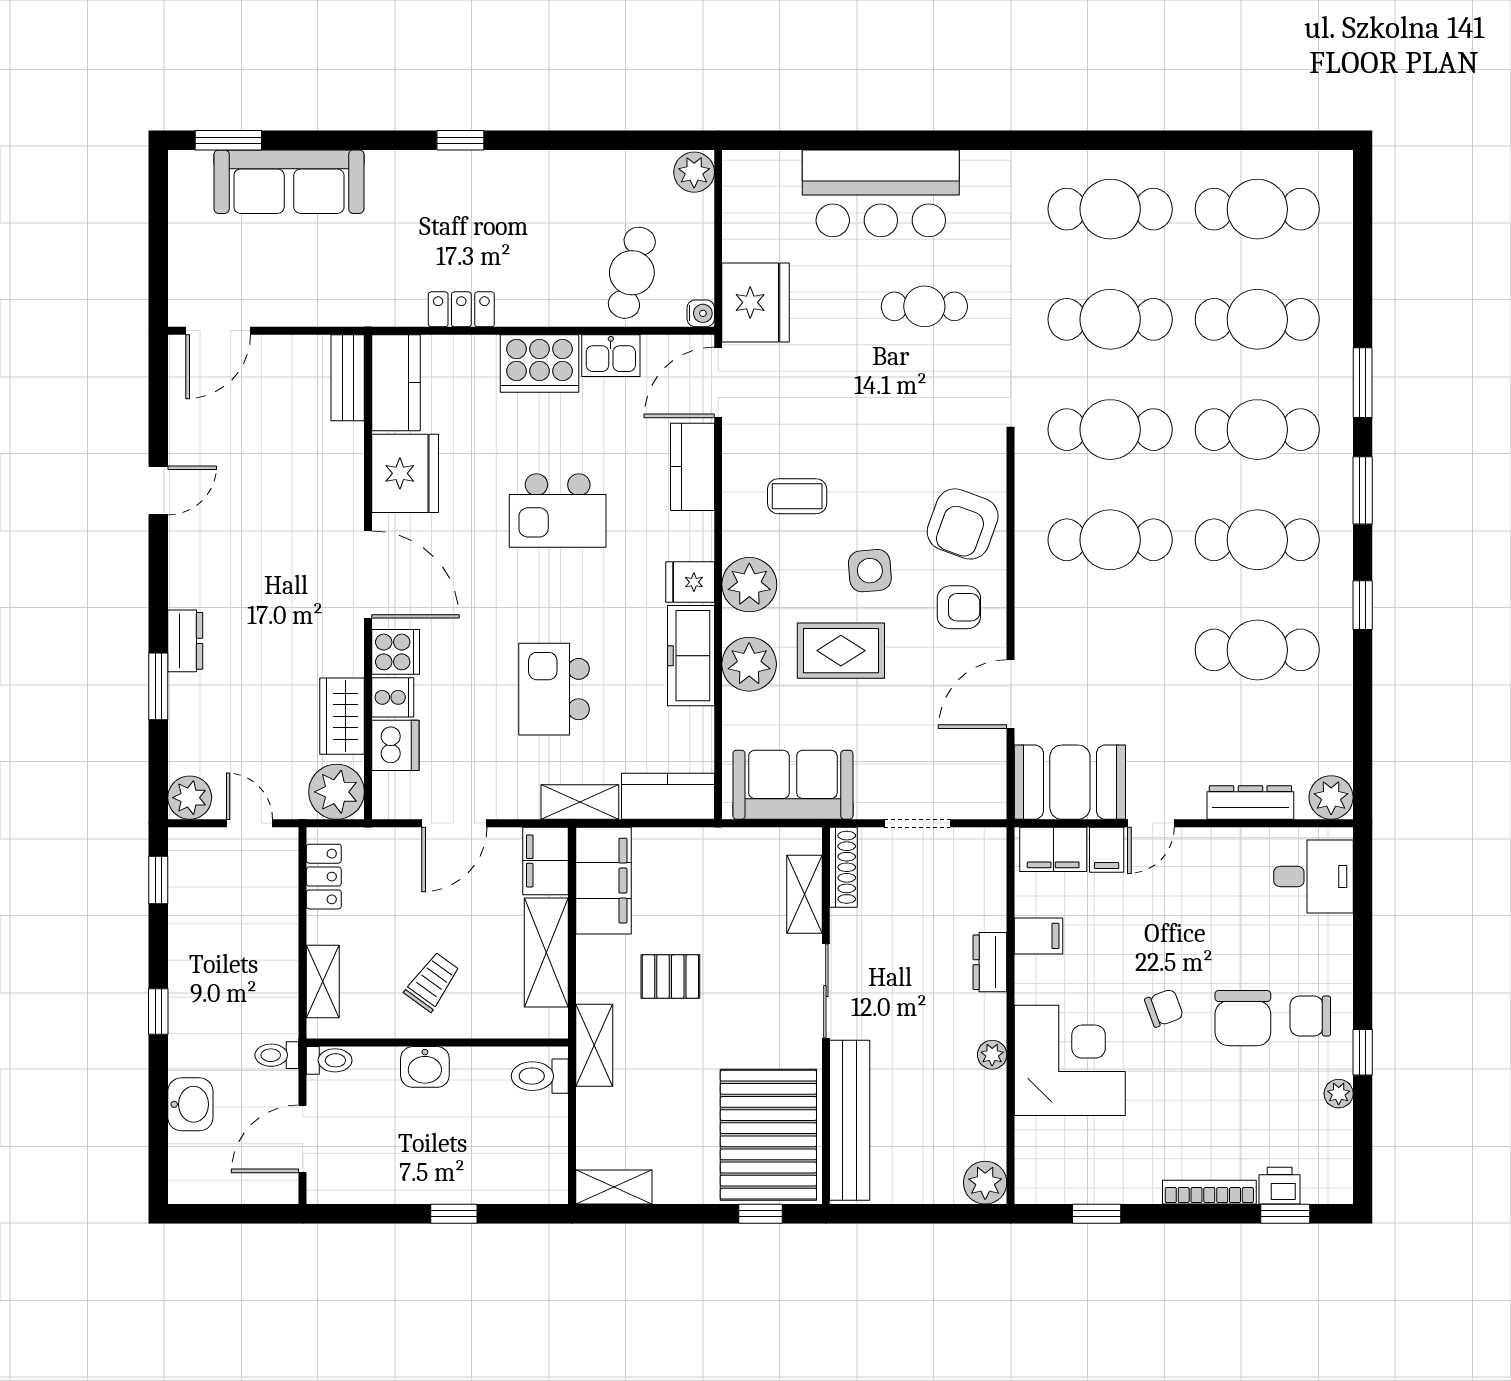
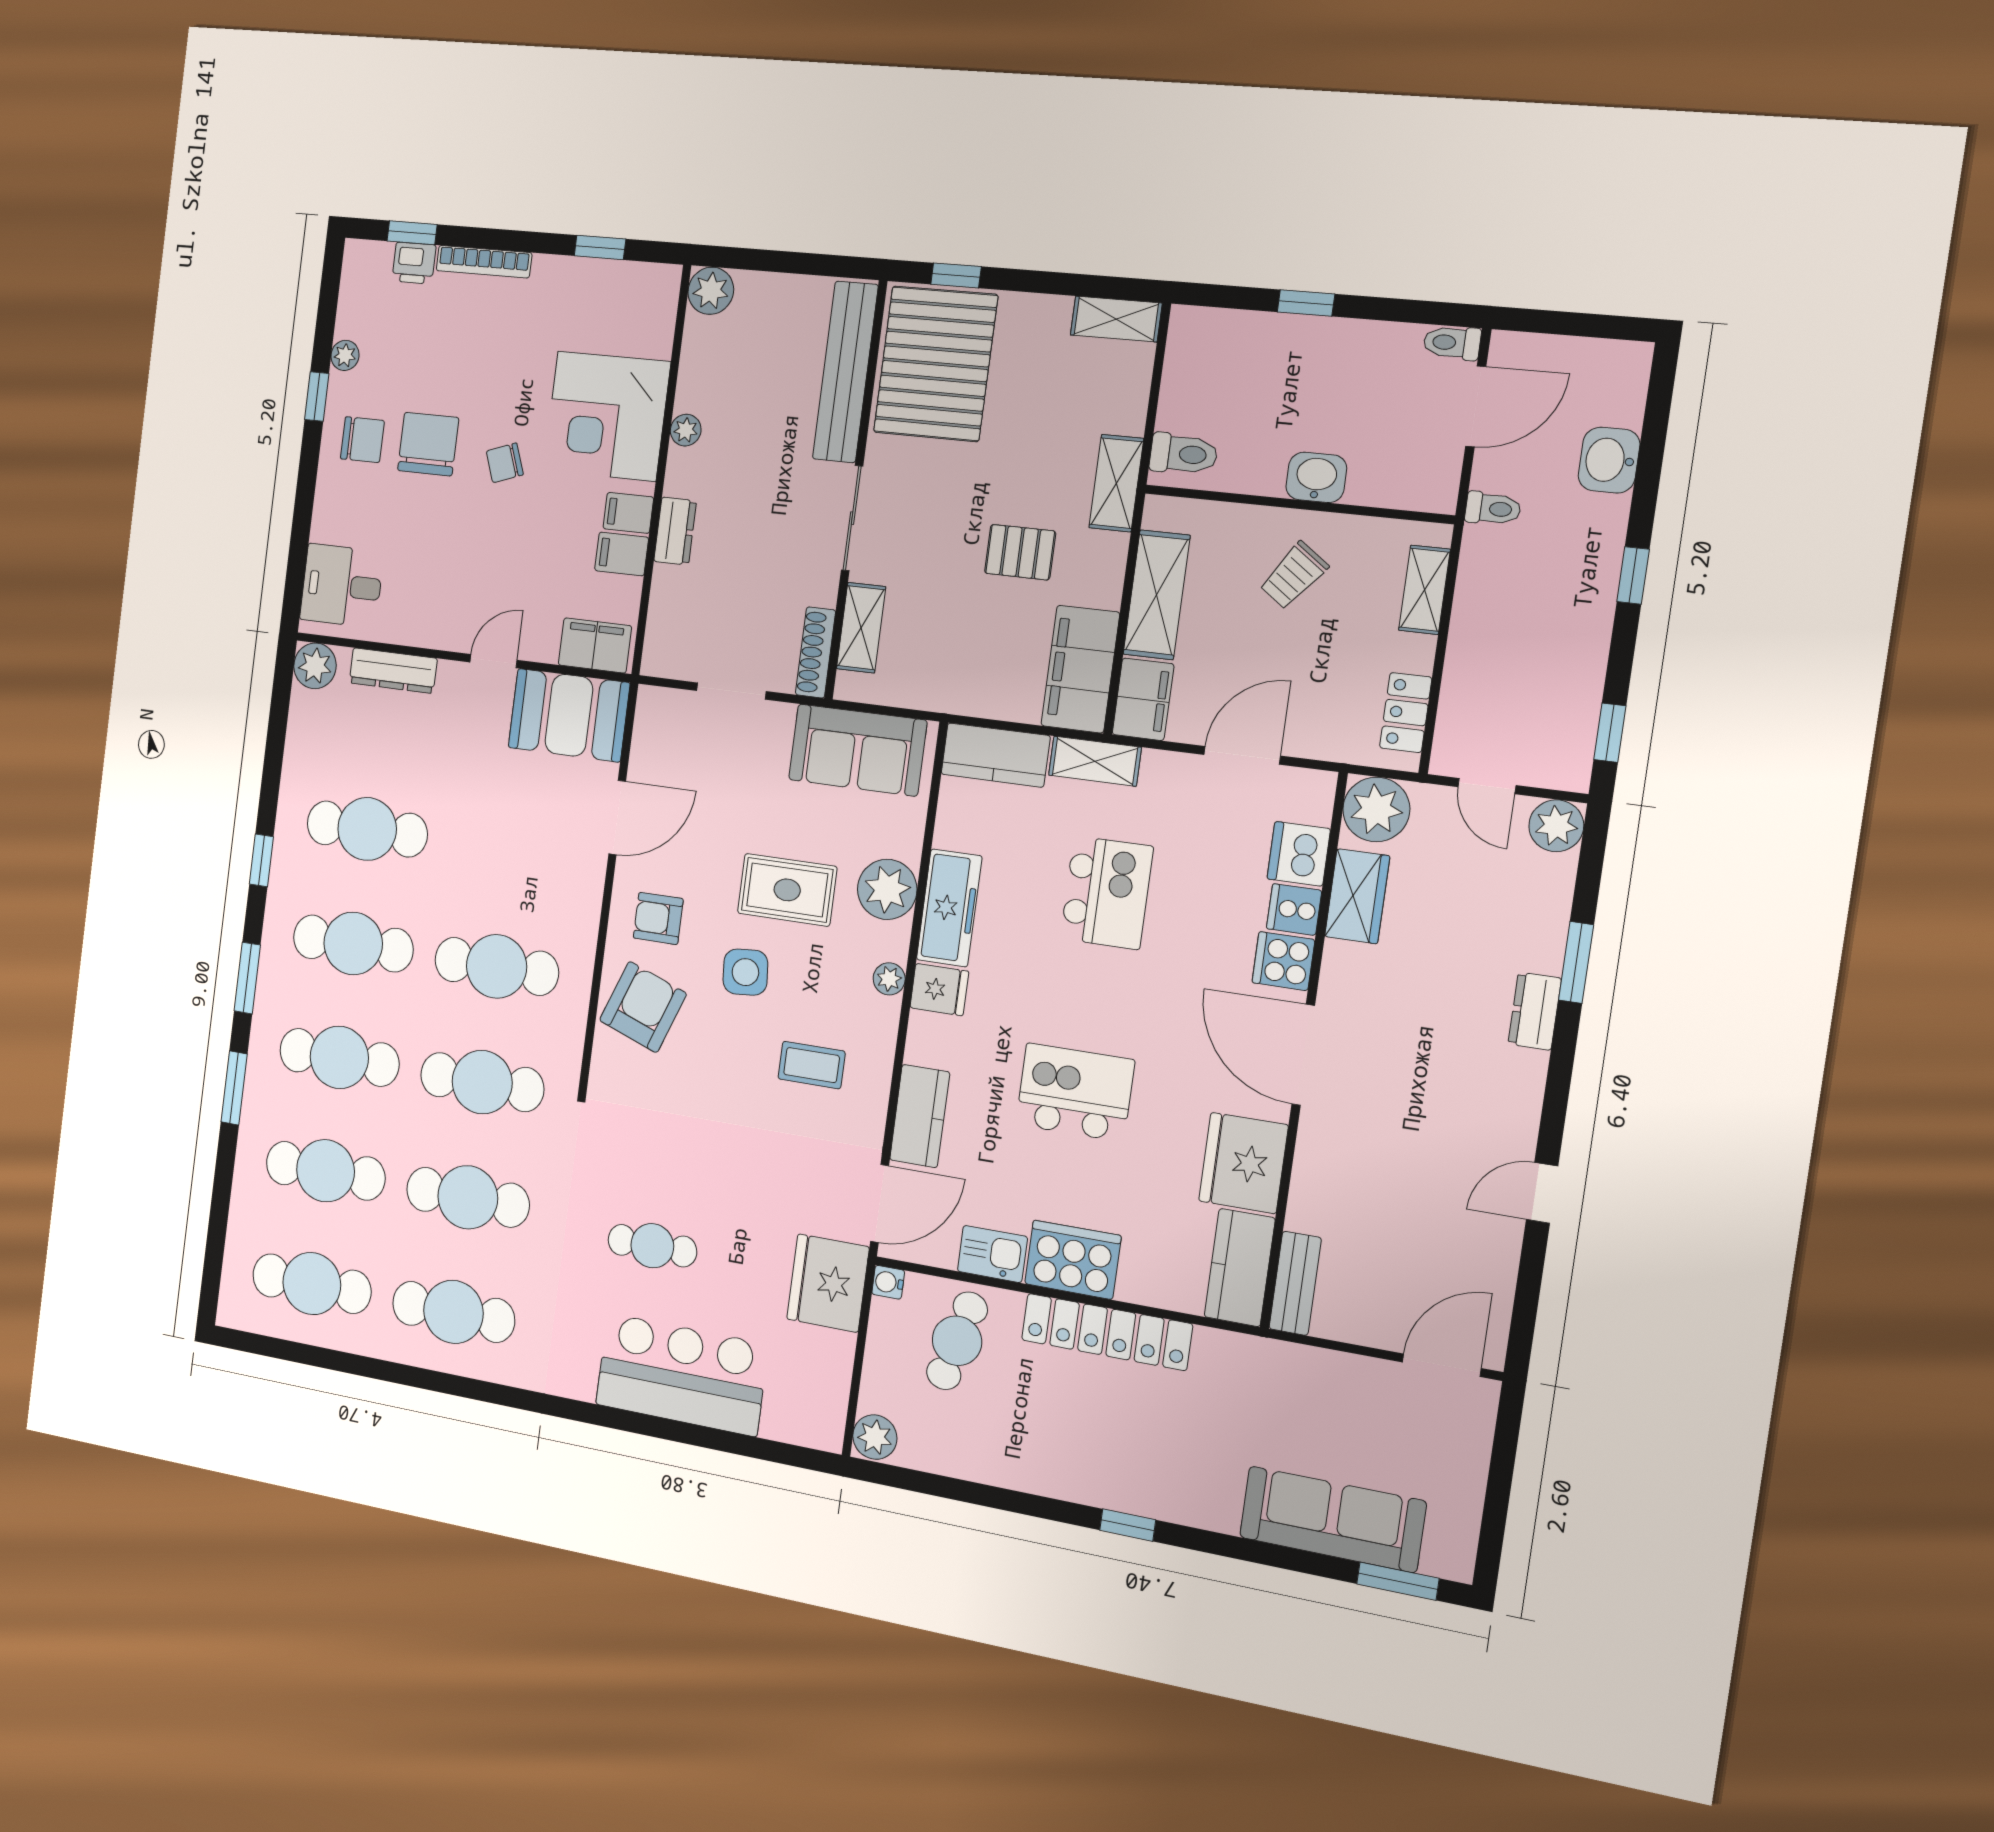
locker: (461, 309) -> (1107, 1332), width x2.16, depth x1.21
plant: (749, 585) -> (889, 979), width x0.53, depth x0.53
filing cabinet: (1107, 850) -> (628, 513), moved, turned -90
toilet: (329, 1060) -> (1452, 343), moved

